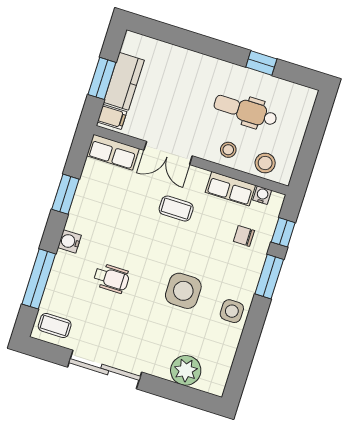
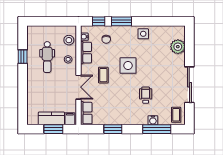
water cooler: (70, 241) -> (153, 120), moved
side table: (183, 291) -> (128, 66), moved

